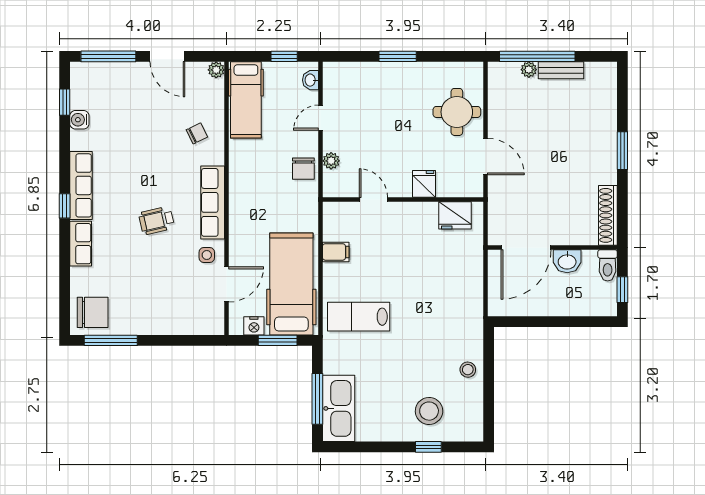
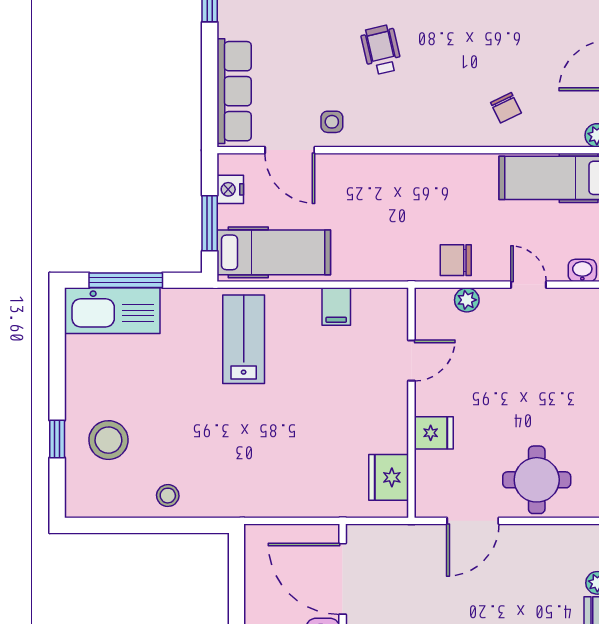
row of seats: (213, 202) -> (234, 91), moved, turned 90
hospital bed: (291, 284) -> (274, 252), width x0.73, depth x0.78

